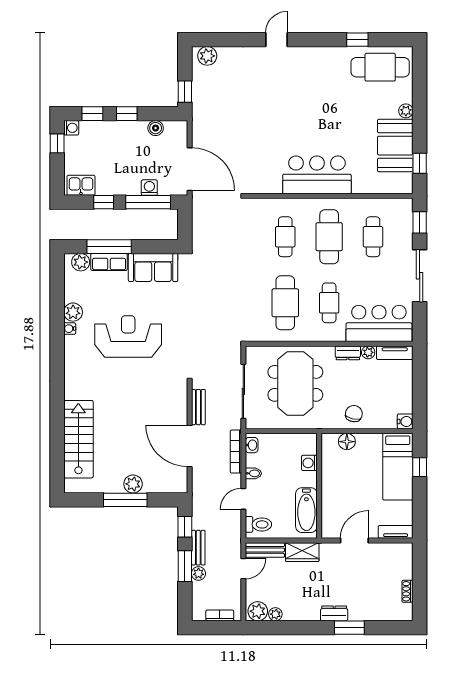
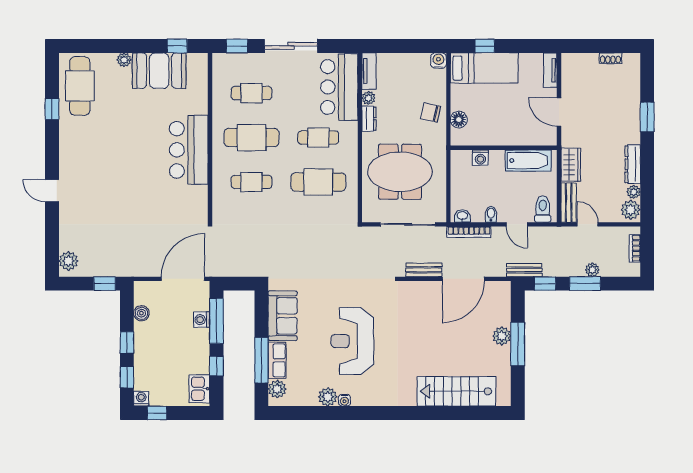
bench: (198, 548) -> (524, 270), moved
dresser: (334, 613) -> (633, 164), moved, width x1.44

